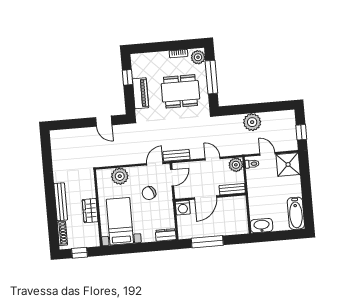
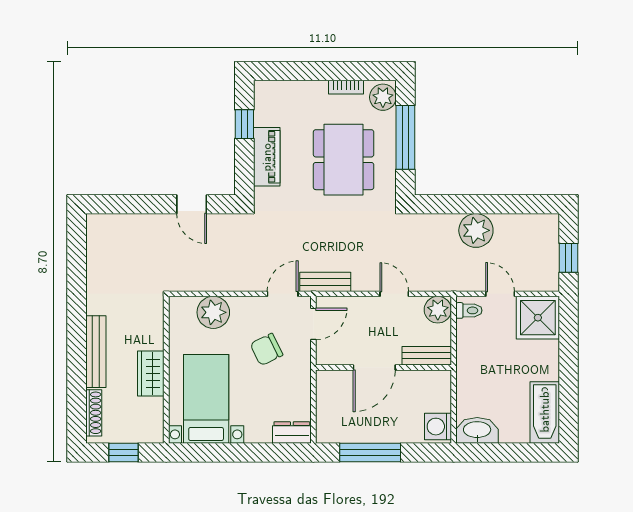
dining table: (180, 91) -> (344, 160), turned 90
washing machine: (183, 208) -> (438, 427), moved, turned 90

